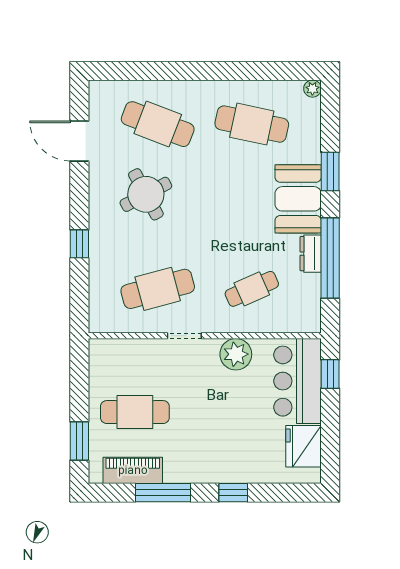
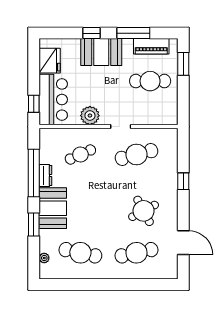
plant: (312, 89) -> (44, 258), moved
cafe table: (158, 124) -> (136, 253), turned -33
booth: (217, 461) -> (101, 52), added

